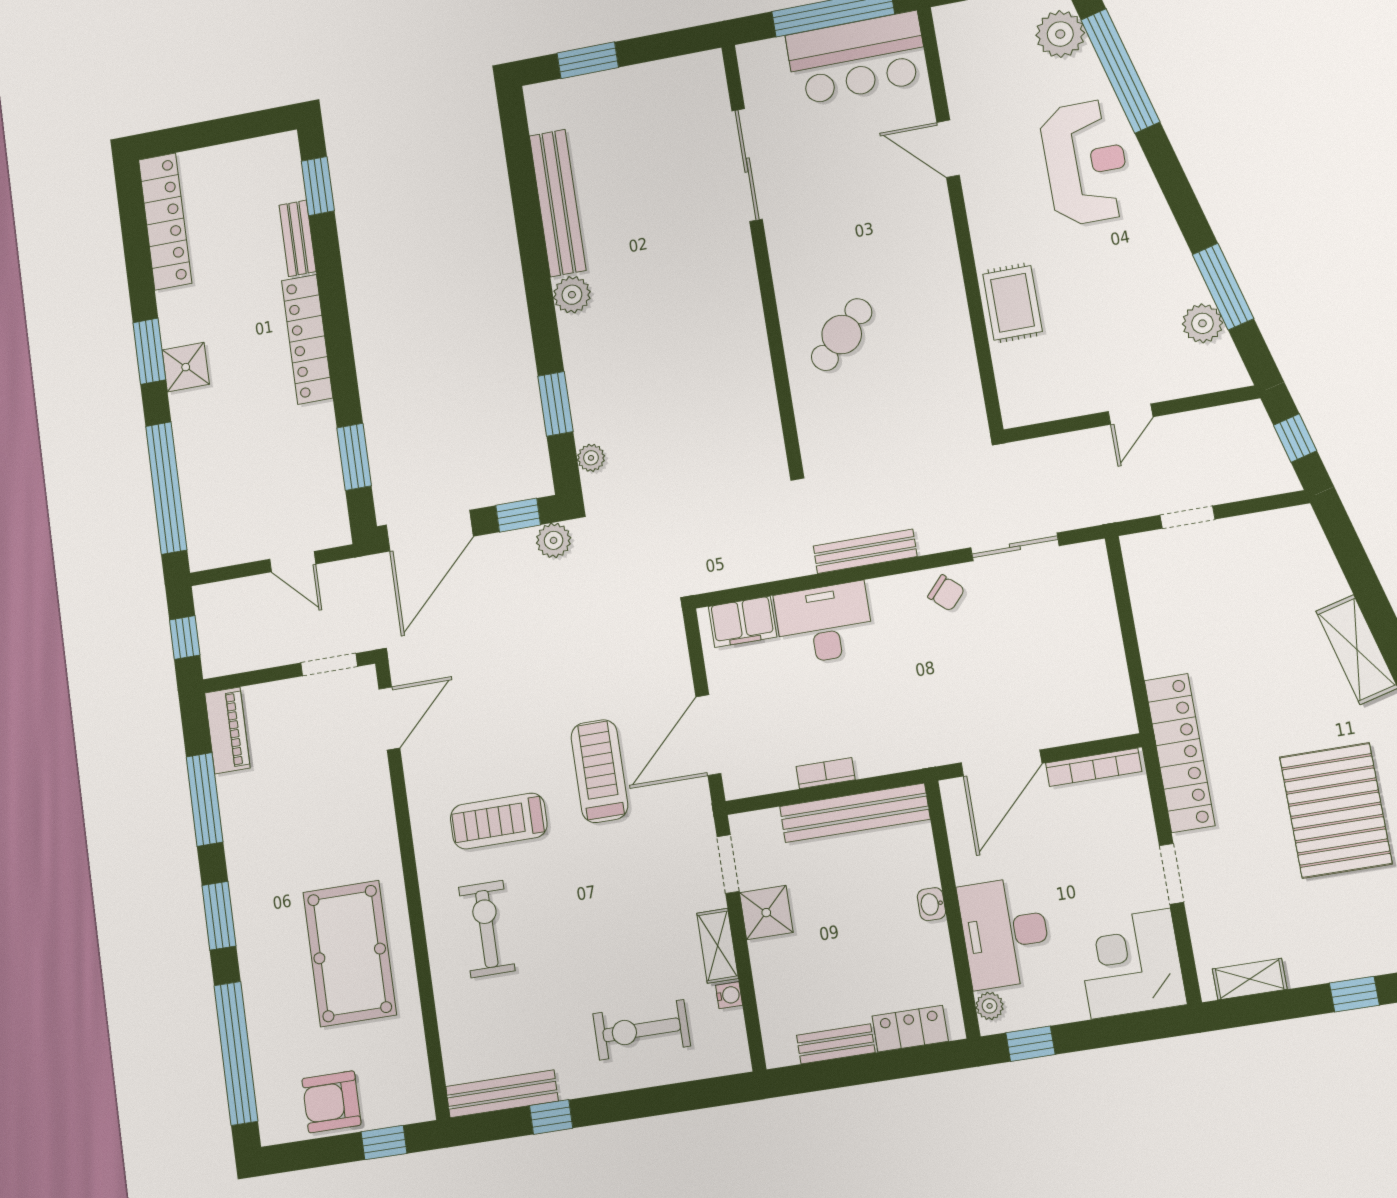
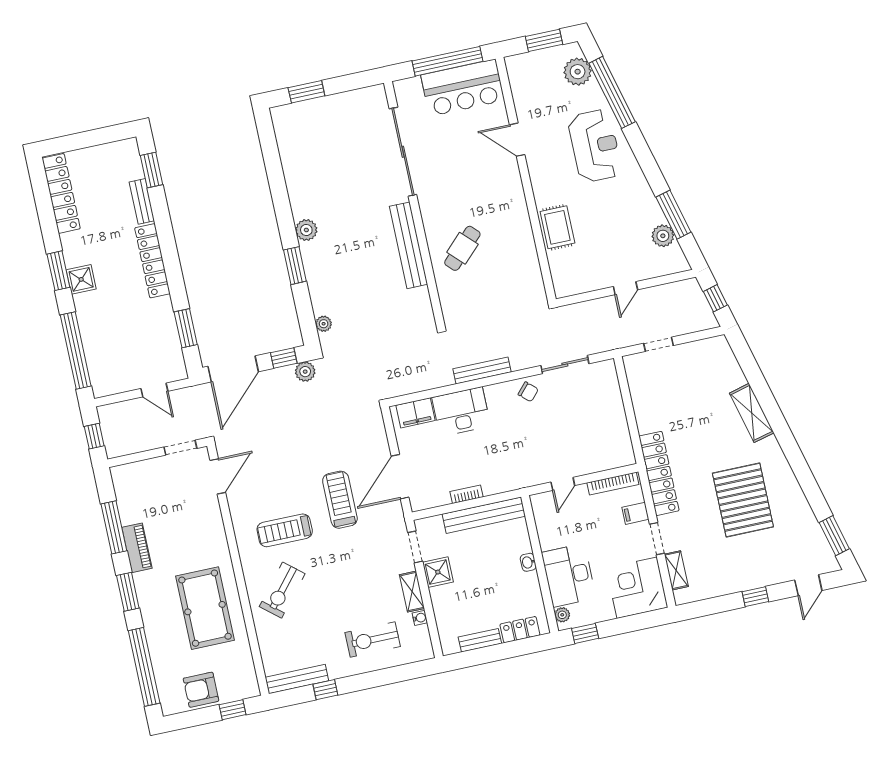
sliding door: (747, 165) -> (403, 152), width x1.36
bench: (558, 203) -> (408, 245), moved
window: (555, 404) -> (295, 266), moved
piano: (227, 730) -> (137, 548), moved
door: (1001, 763) -> (563, 484), width x0.53
filing cabinet: (1133, 824) -> (635, 513), added
exercise bike: (487, 929) -> (282, 590), turned -140
shelving: (1250, 979) -> (676, 570), moved, turned 90

